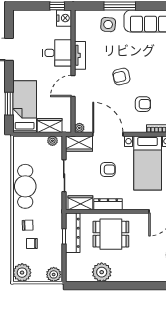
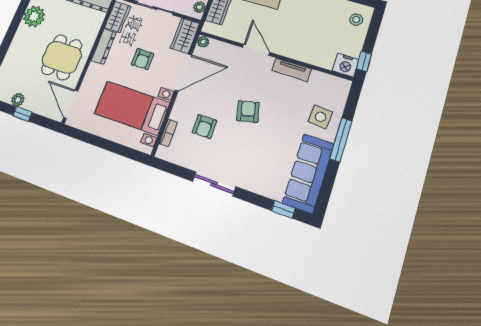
stool: (26, 20) -> (356, 20), added
desk: (57, 53) -> (303, 44), removed
dining table: (111, 234) -> (62, 57), moved

